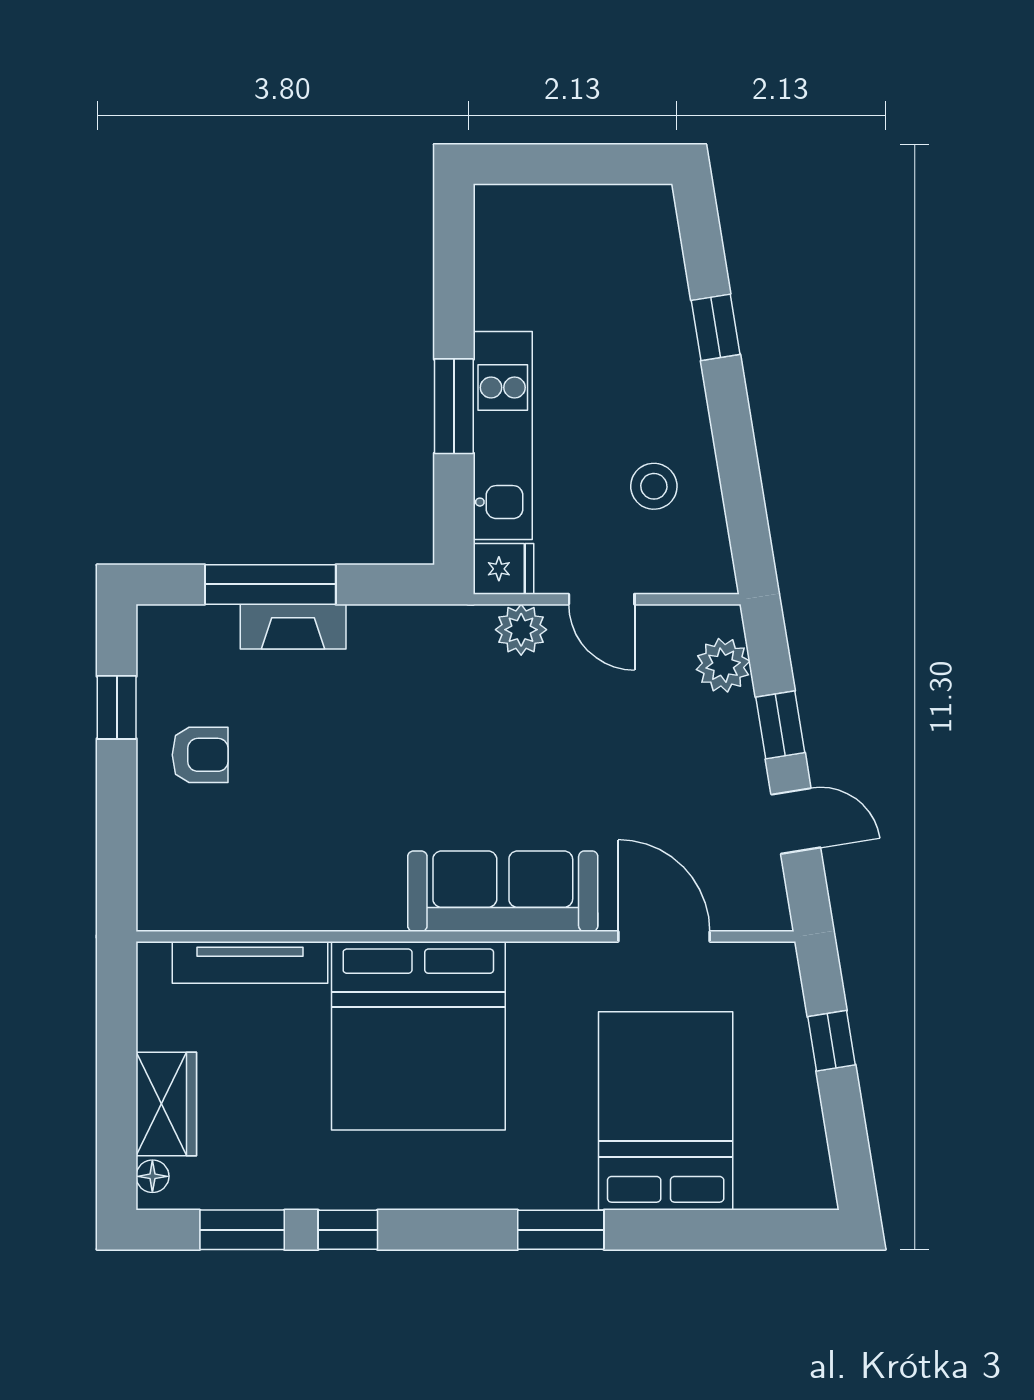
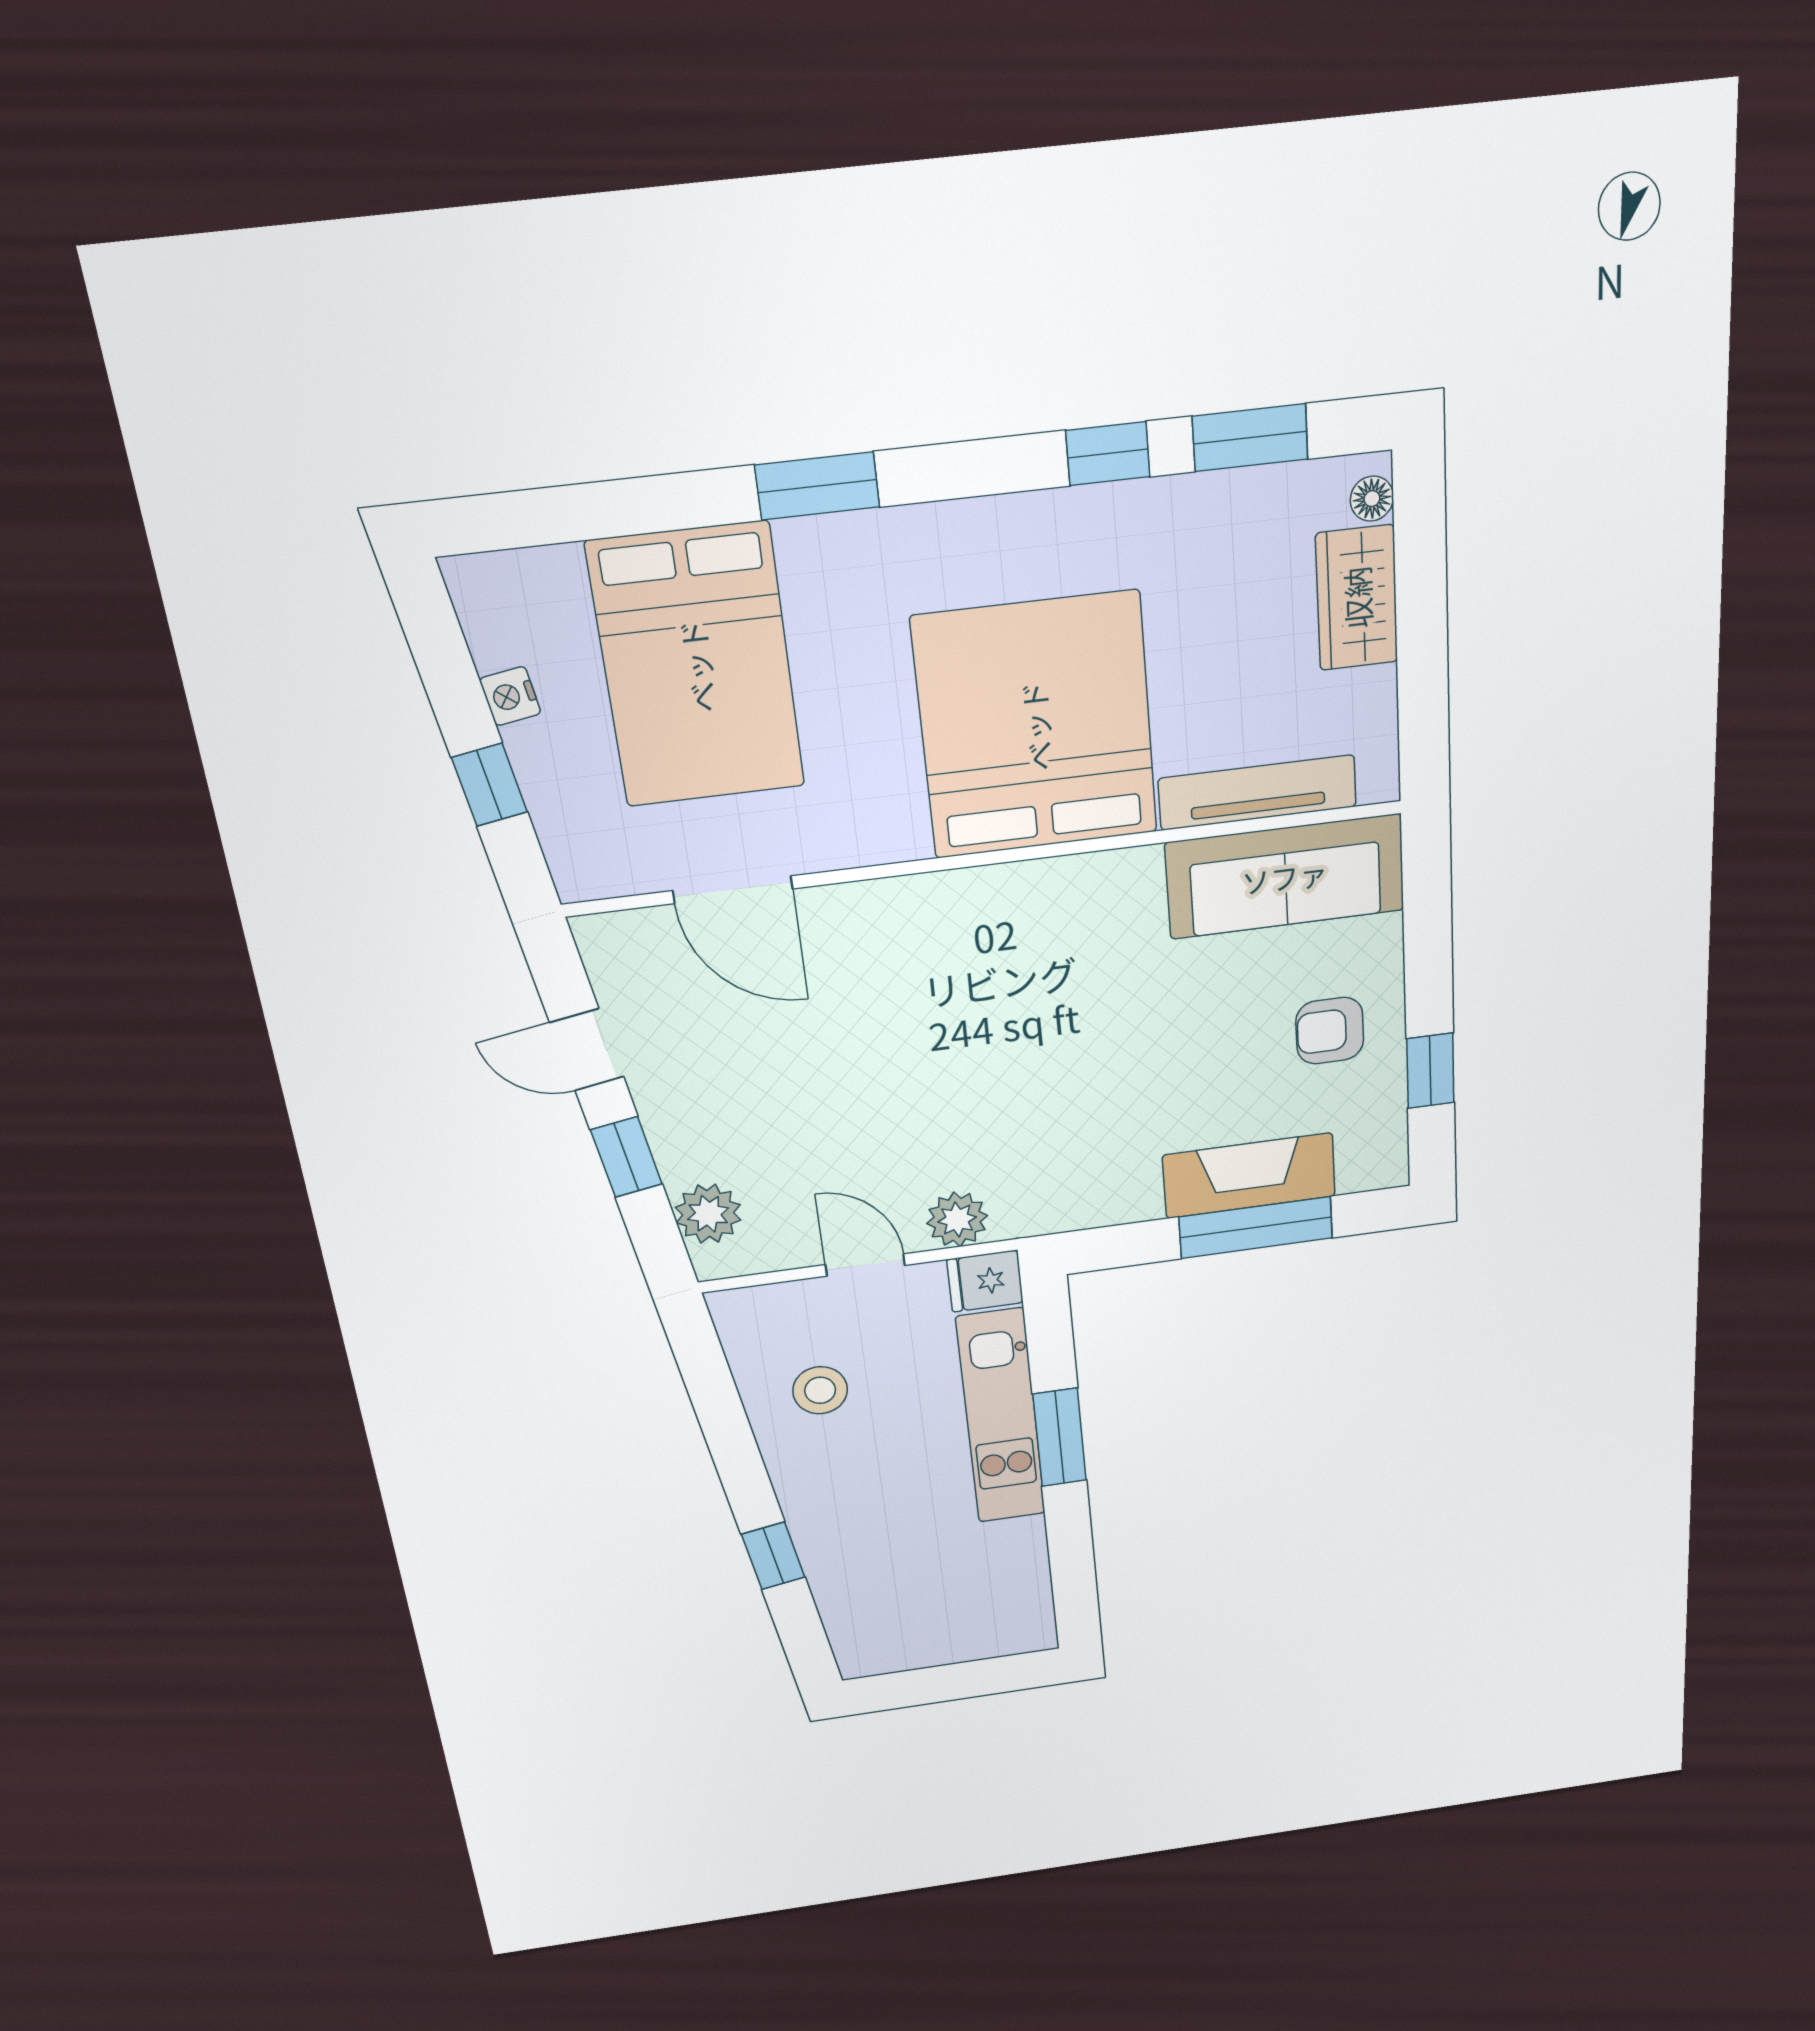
fireplace: (293, 627) -> (1249, 1176), width x1.37, depth x1.32
sofa: (503, 891) -> (1285, 877), moved
nightstand: (804, 1105) -> (510, 696), added

